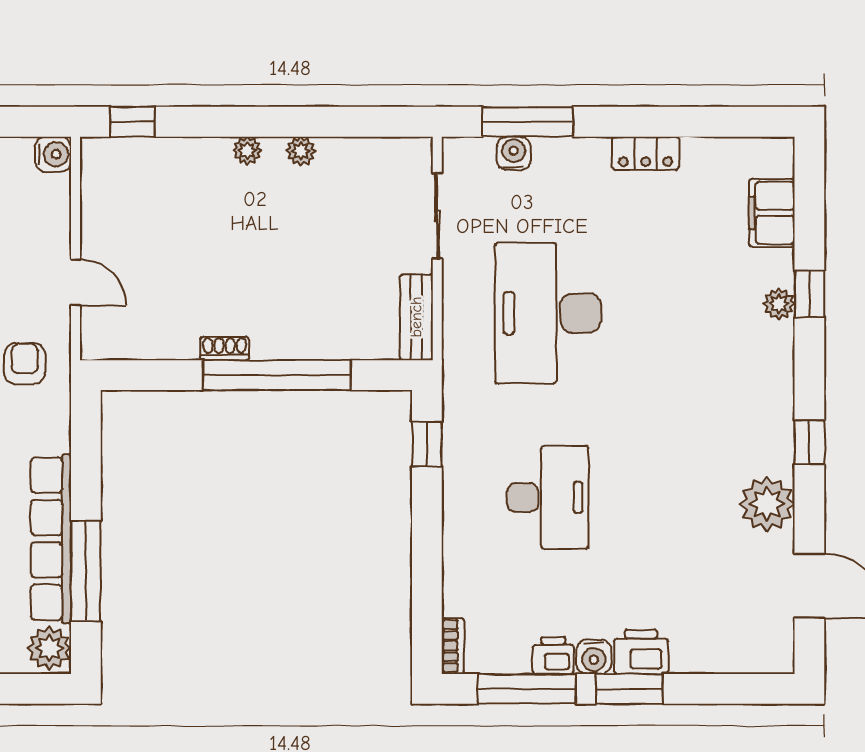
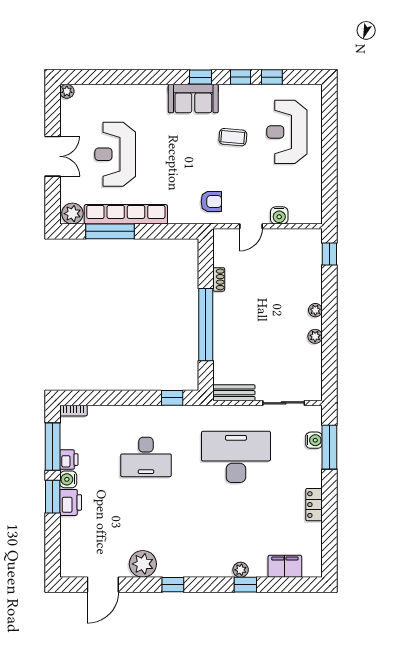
water cooler: (53, 154) -> (279, 215), moved
shoe rack: (225, 348) -> (219, 279), moved

